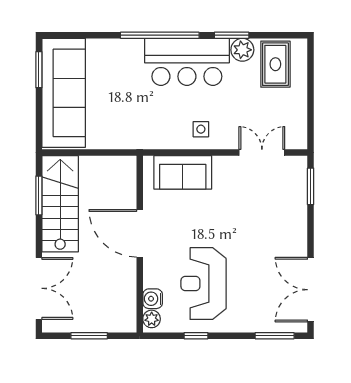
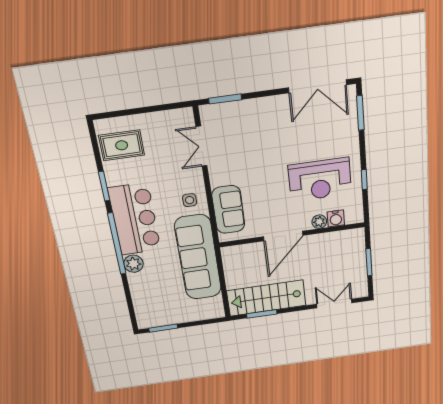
plant: (242, 50) -> (133, 264), moved
sofa: (64, 93) -> (198, 258), moved, turned -90
double door: (39, 288) -> (334, 304), width x0.73
plant: (152, 319) -> (319, 222), moved

